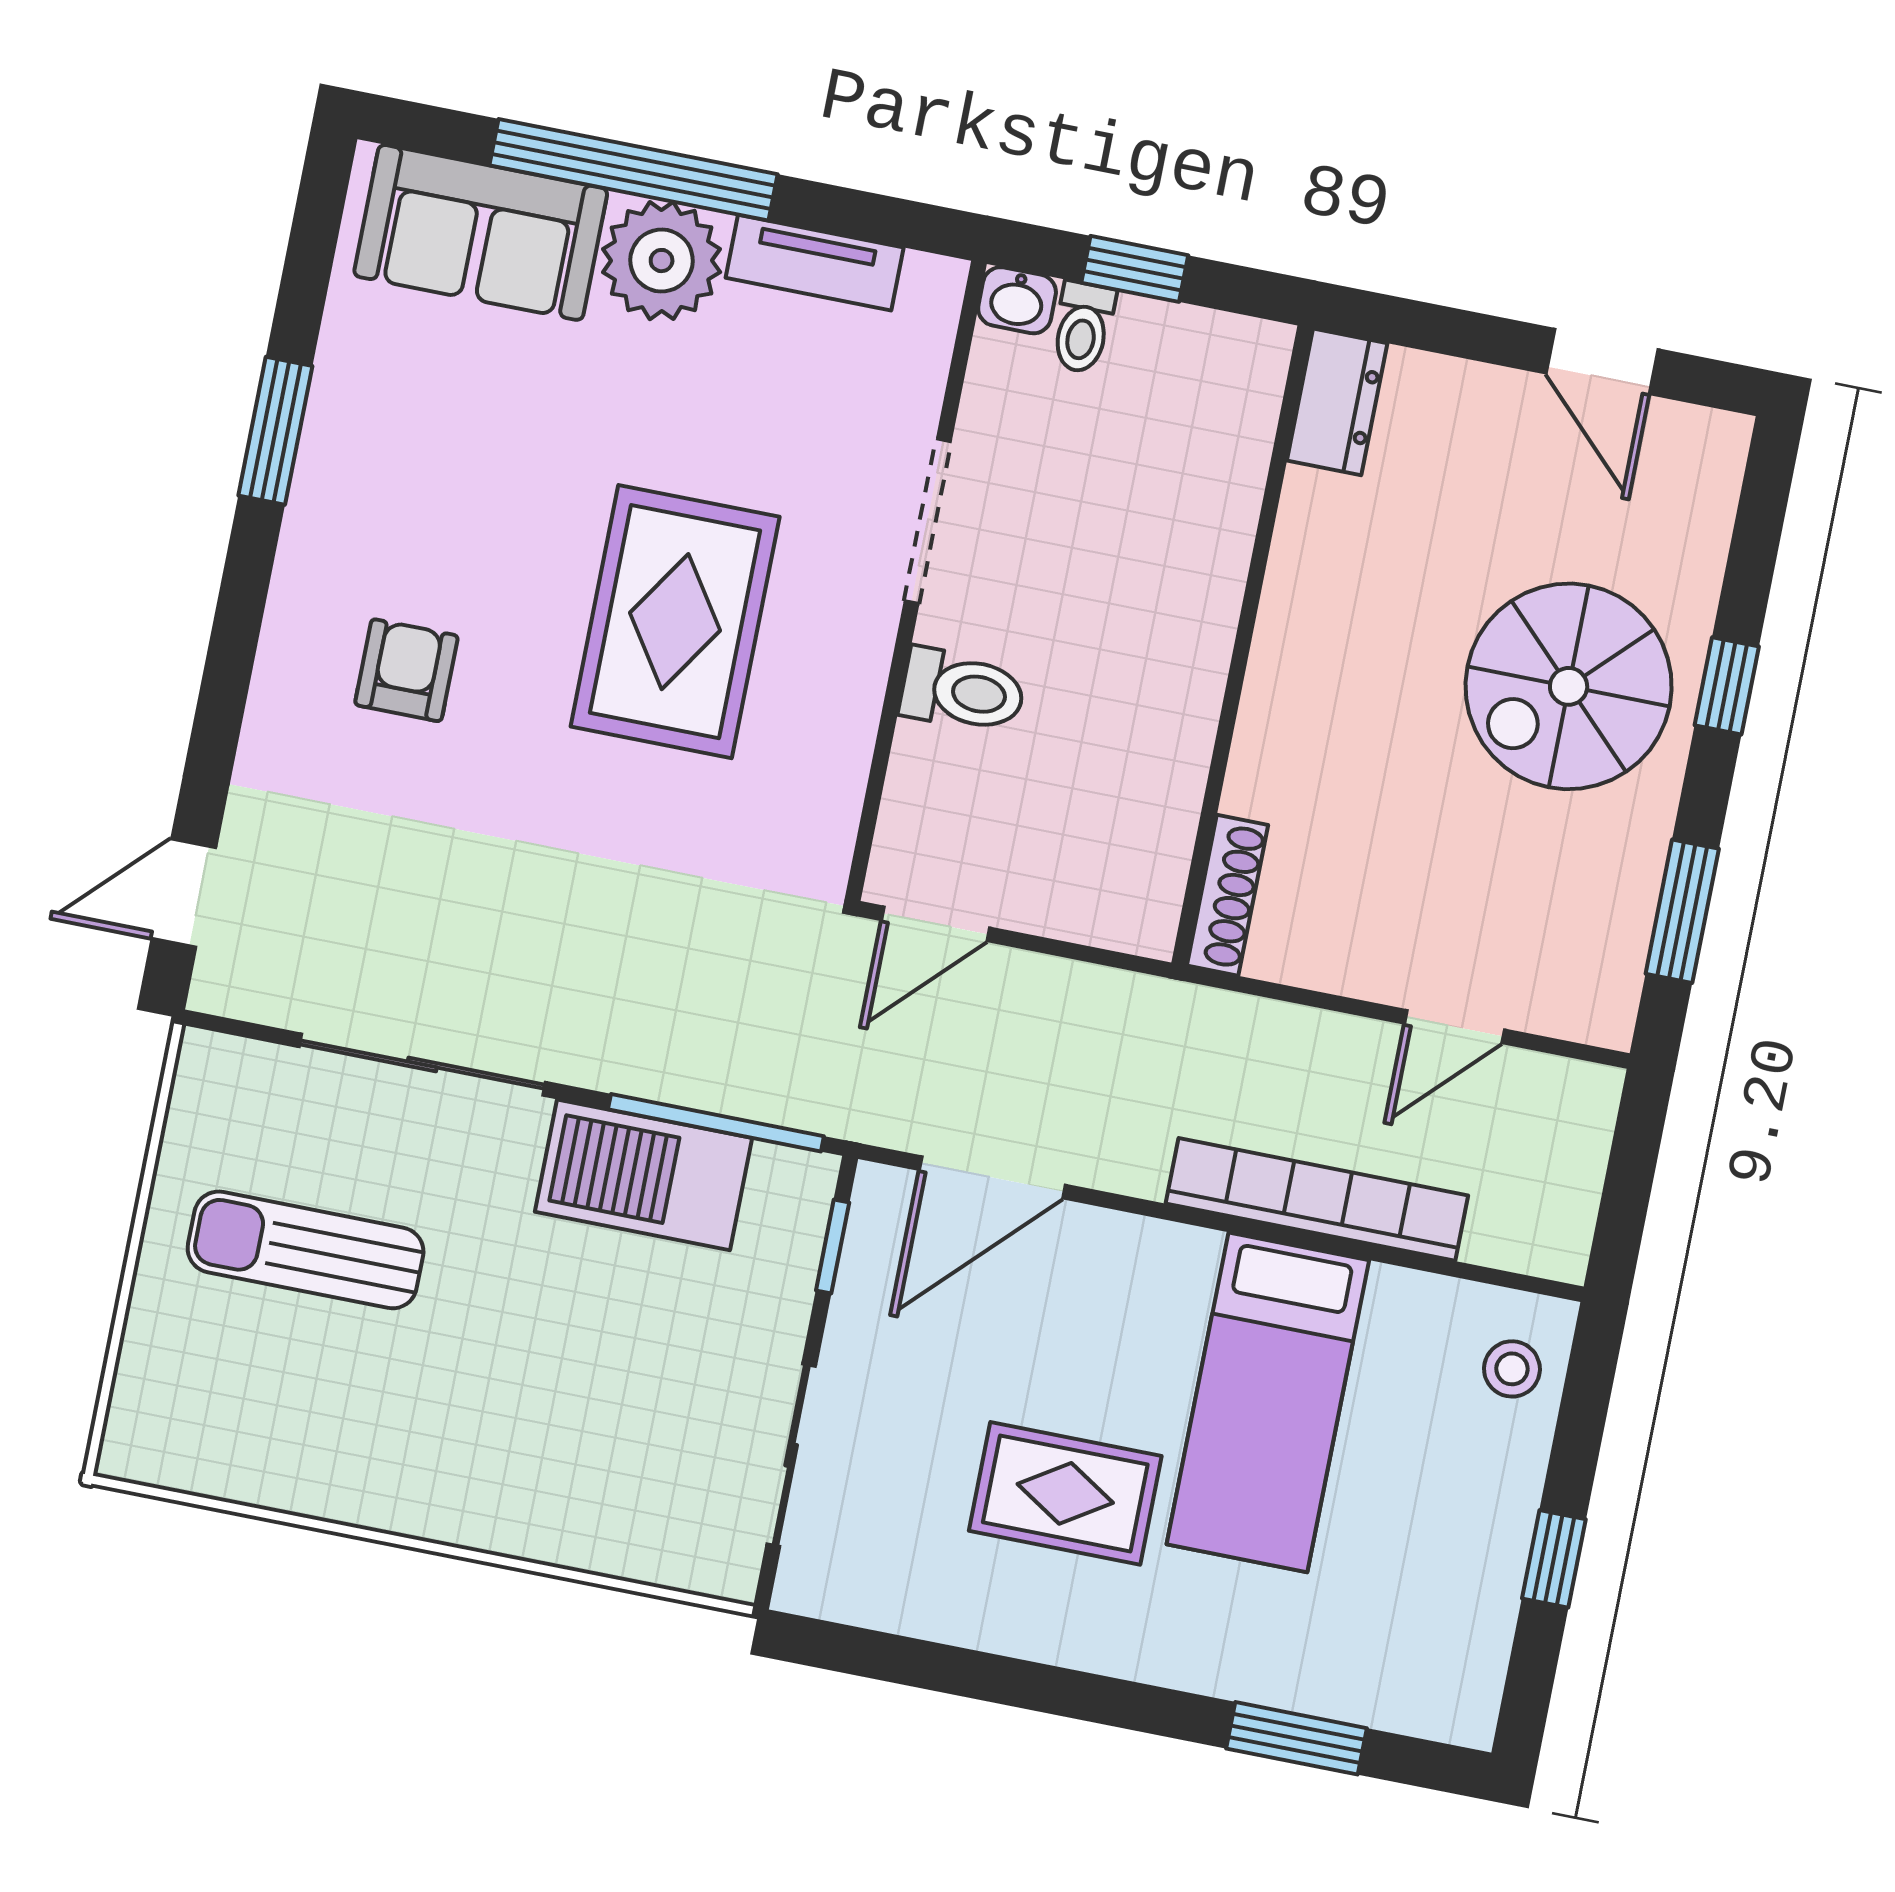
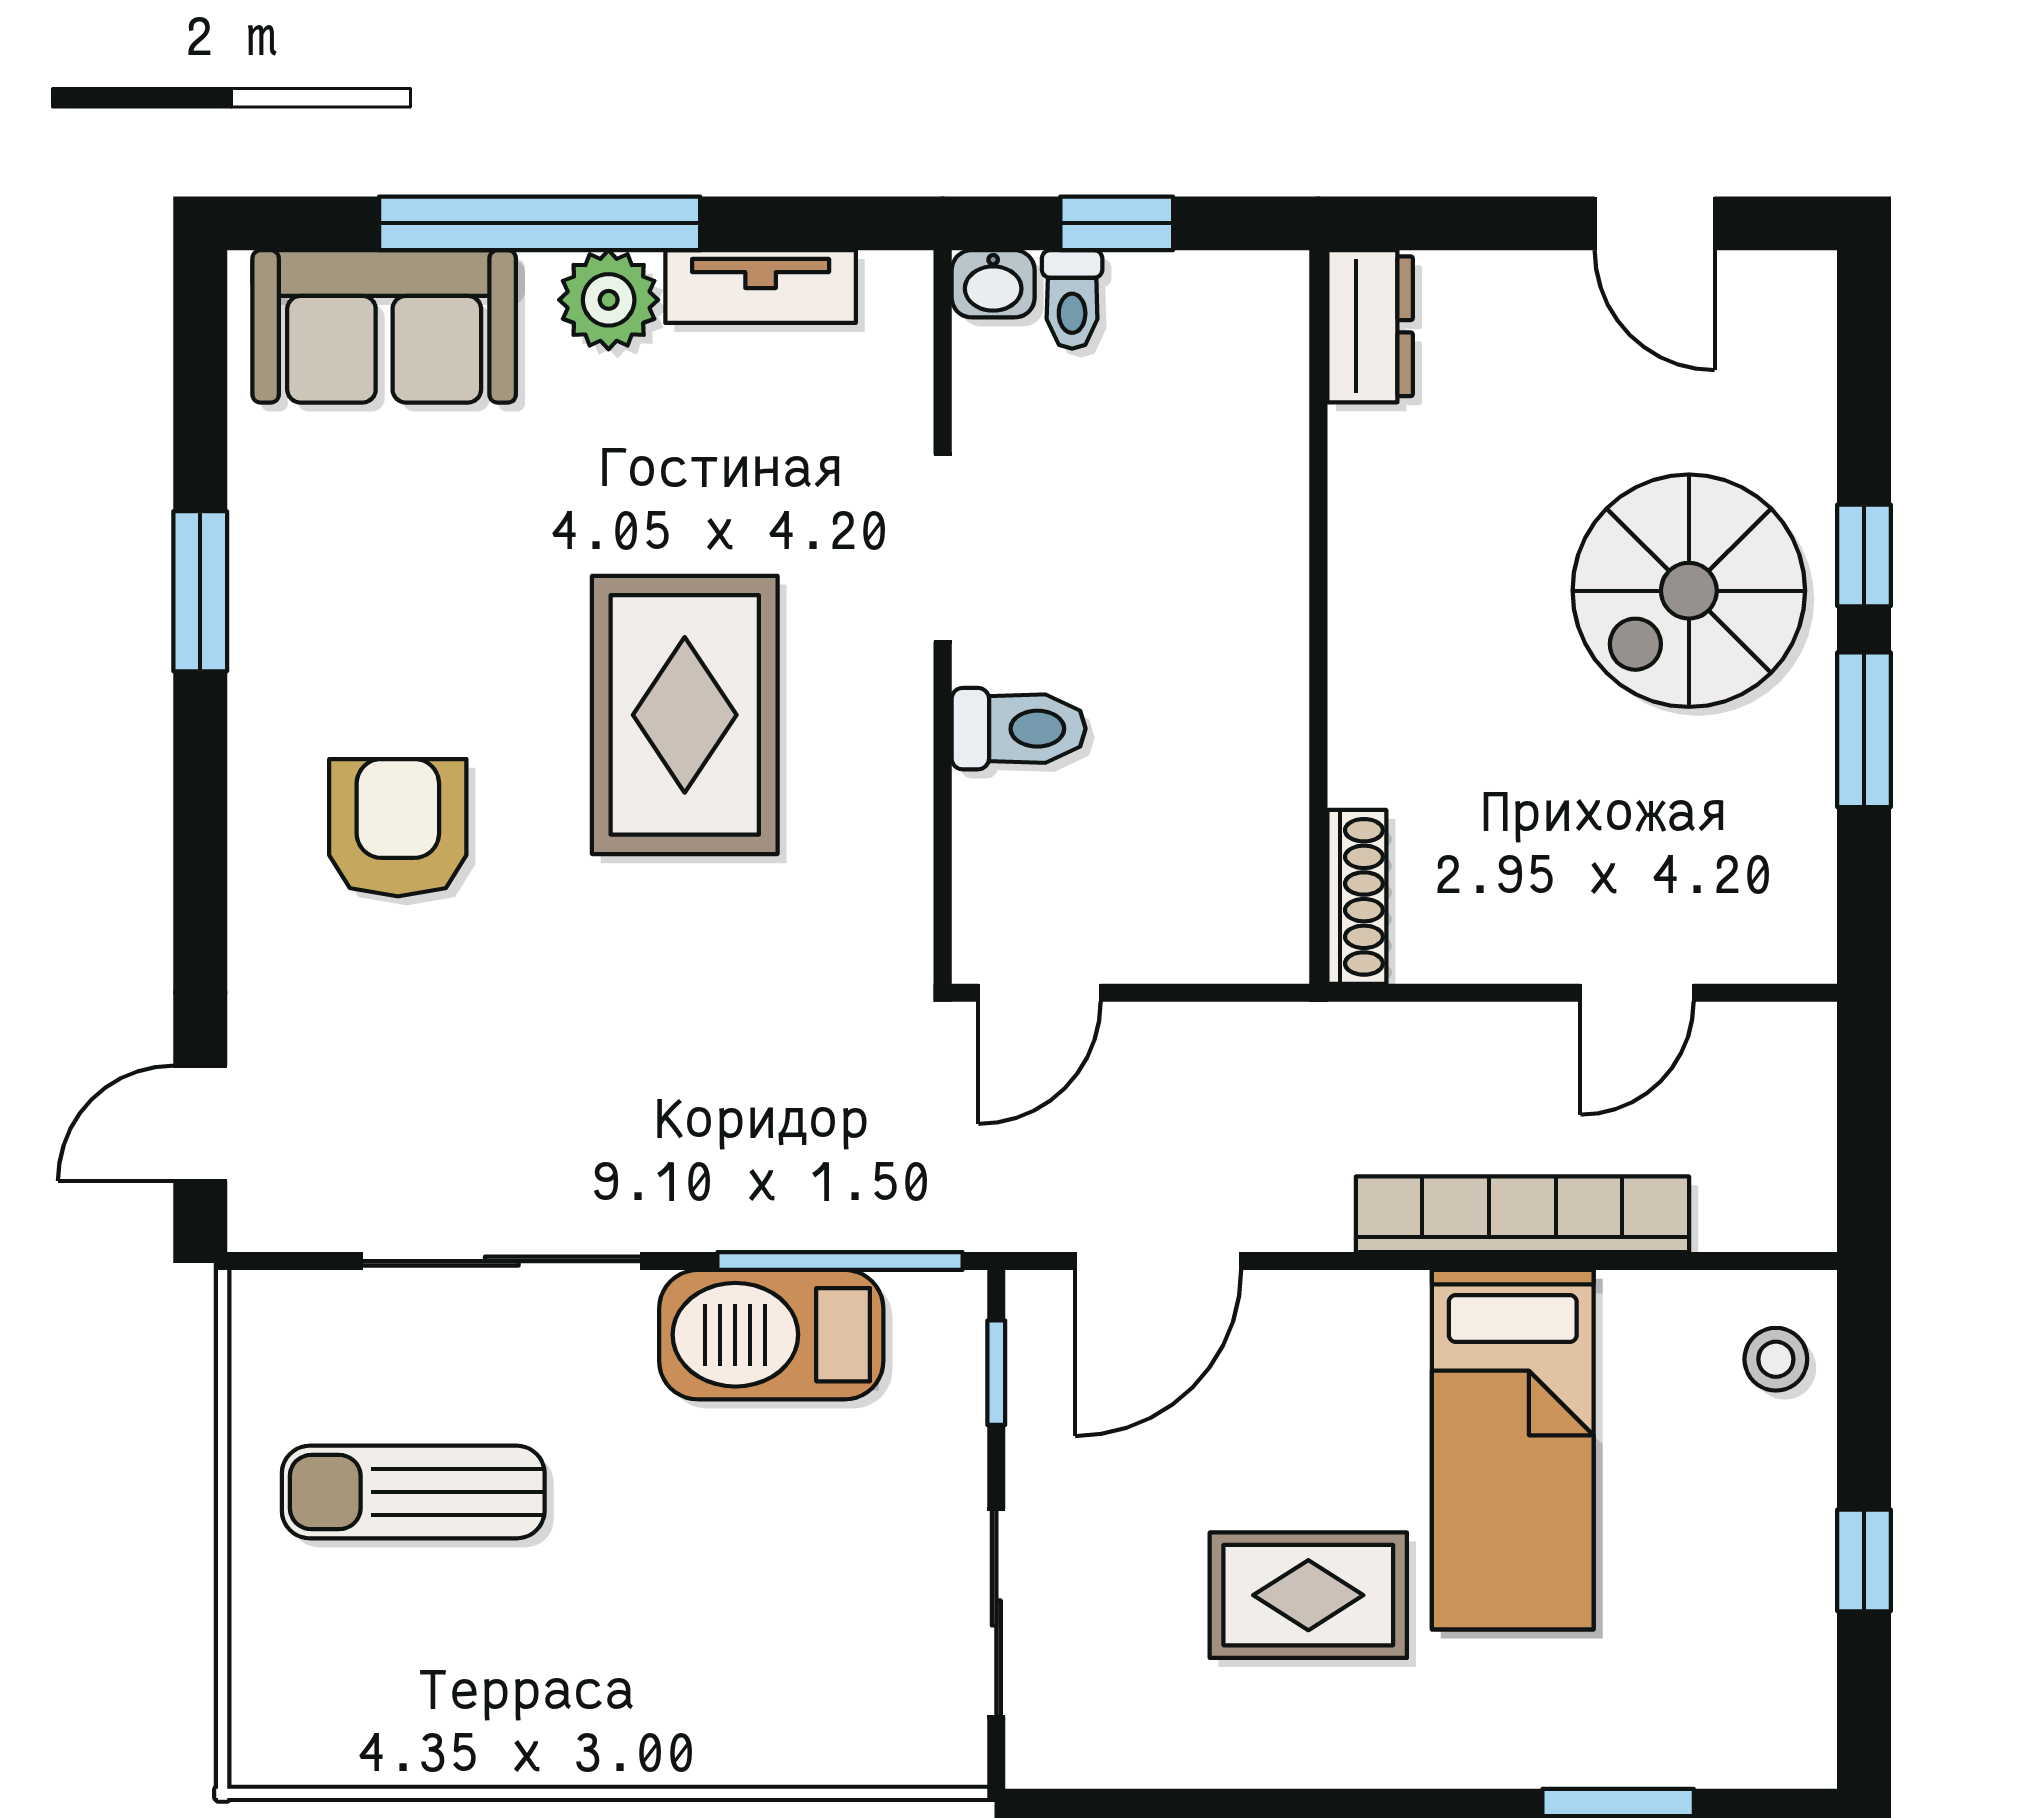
plant: (662, 261) -> (609, 300), width x0.73, depth x0.73
armchair: (406, 670) -> (398, 828), width x1.38, depth x1.38
window: (1682, 911) -> (1864, 730), moved

